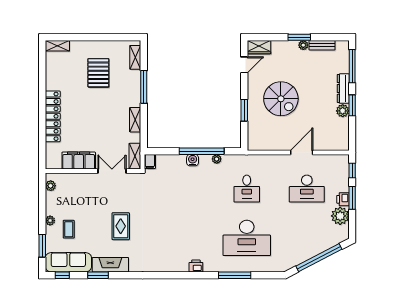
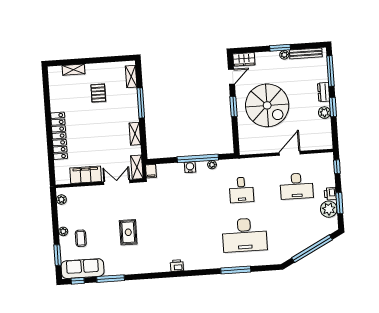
bench: (322, 45) -> (306, 53), width x1.36
shelving: (57, 46) -> (73, 70), moved
pallet: (98, 73) -> (98, 93), width x0.67, depth x0.71
dresser: (343, 88) -> (324, 92), width x0.70
spiral stairs: (281, 99) -> (267, 105), width x1.37, depth x1.37
window: (244, 110) -> (233, 107), moved
window: (352, 198) -> (339, 203), moved
fireplace: (110, 265) -> (121, 268), removed
printer: (196, 266) -> (177, 266), moved
window: (98, 275) -> (111, 279), width x1.44

